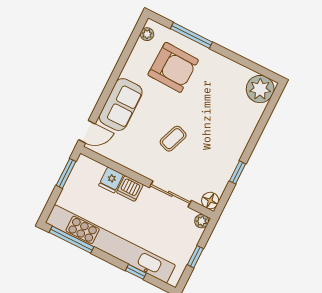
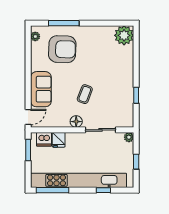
dishwasher: (130, 188) -> (44, 139), moved
floor lamp: (210, 201) -> (76, 122), moved

